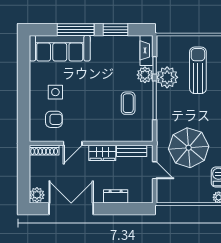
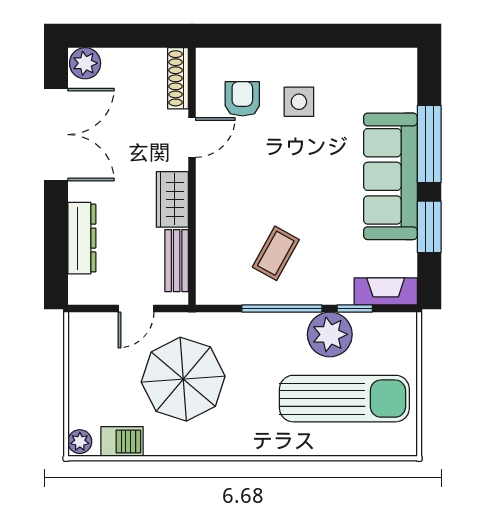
sofa: (60, 48) -> (390, 176), moved
sun lounger: (198, 70) -> (344, 399), width x1.36, depth x1.34
plant: (145, 75) -> (335, 288), removed
coffee table: (128, 103) -> (276, 253), turned -61
armchair: (54, 119) -> (242, 99), turned 180
door: (73, 143) -> (192, 137), swing flipped
dresser: (116, 196) -> (82, 238), width x1.44

